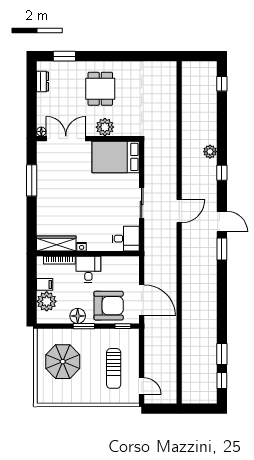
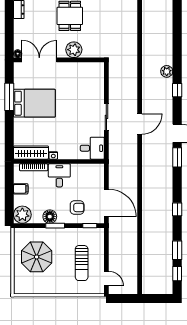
window: (222, 84) -> (177, 209), moved
bed: (116, 157) -> (34, 103), moved, turned 180
plant: (47, 301) -> (22, 215), moved
armchair: (109, 306) -> (77, 207), width x0.53, depth x0.53

